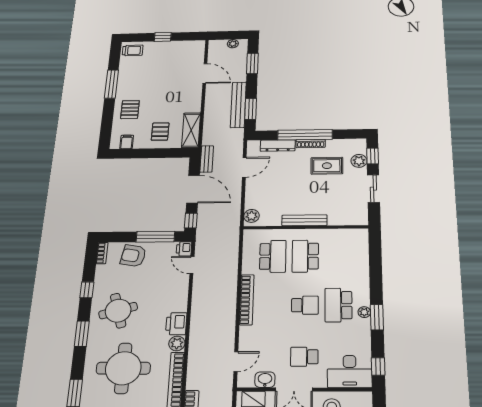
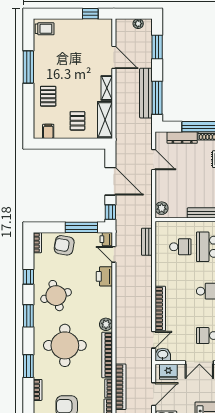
window: (163, 37) -> (90, 14), moved
shelving: (195, 101) -> (107, 88), added
window: (251, 109) -> (157, 98), width x1.44
bench: (207, 159) -> (147, 242), moved
door: (244, 167) -> (154, 160), hinge flipped
school desk: (273, 256) -> (180, 247), width x0.54
bookcase: (247, 300) -> (160, 309), moved
printer: (176, 324) -> (104, 276), moved
washbasin: (265, 380) -> (163, 355), moved

